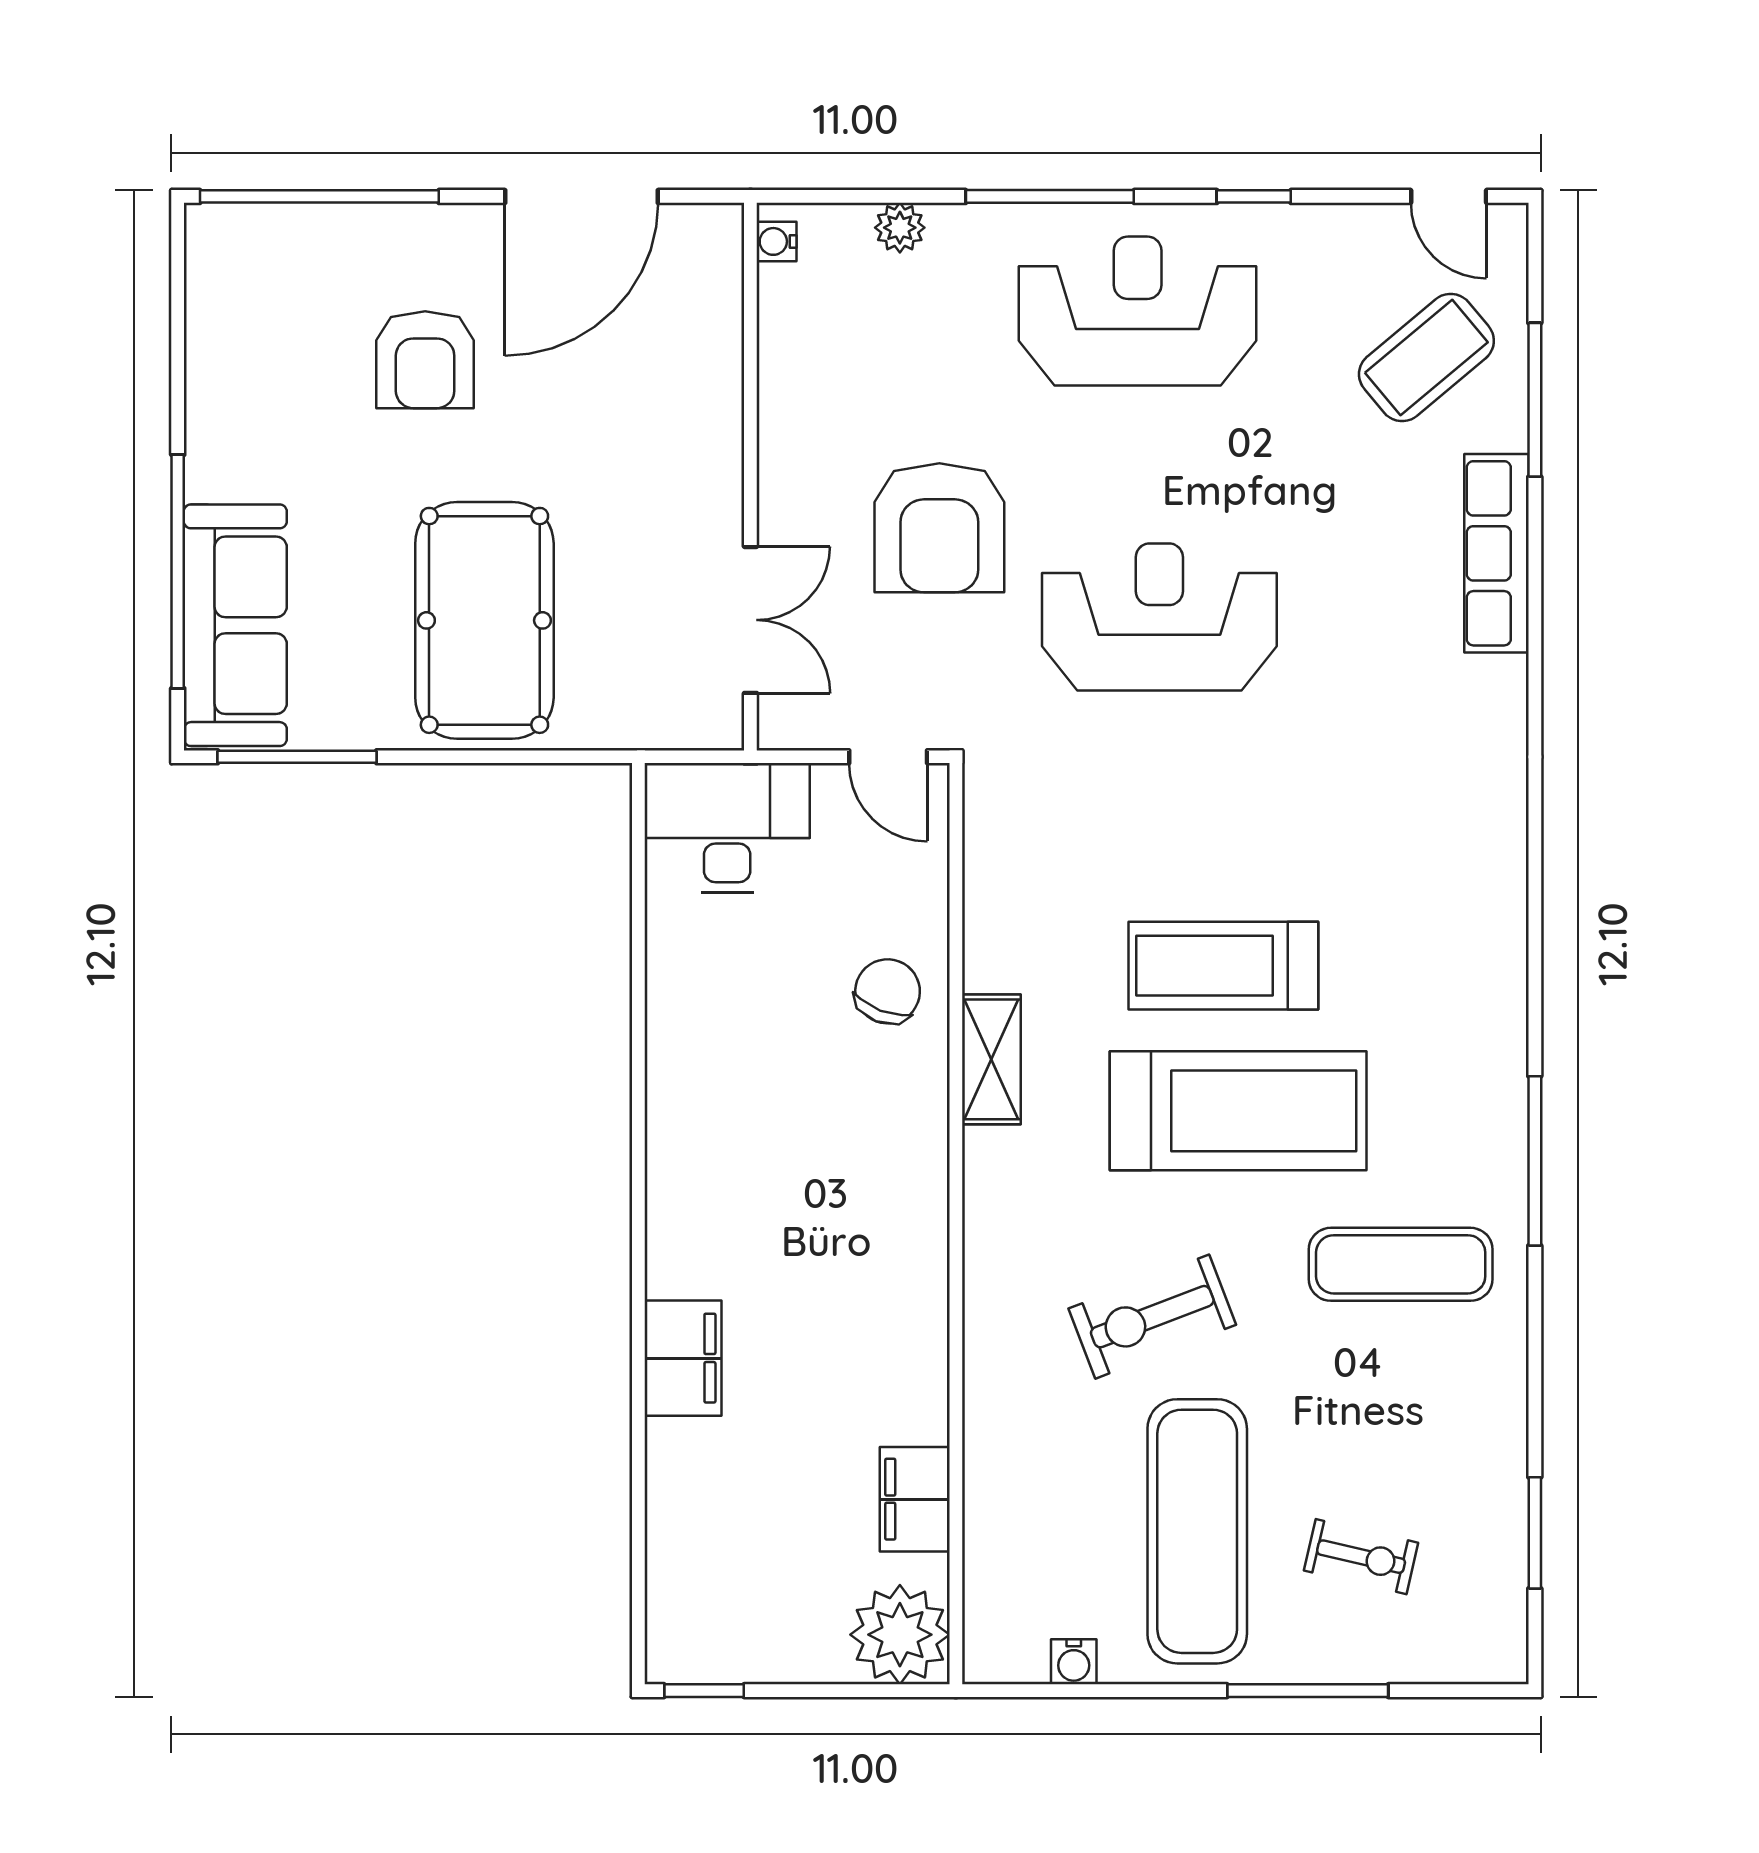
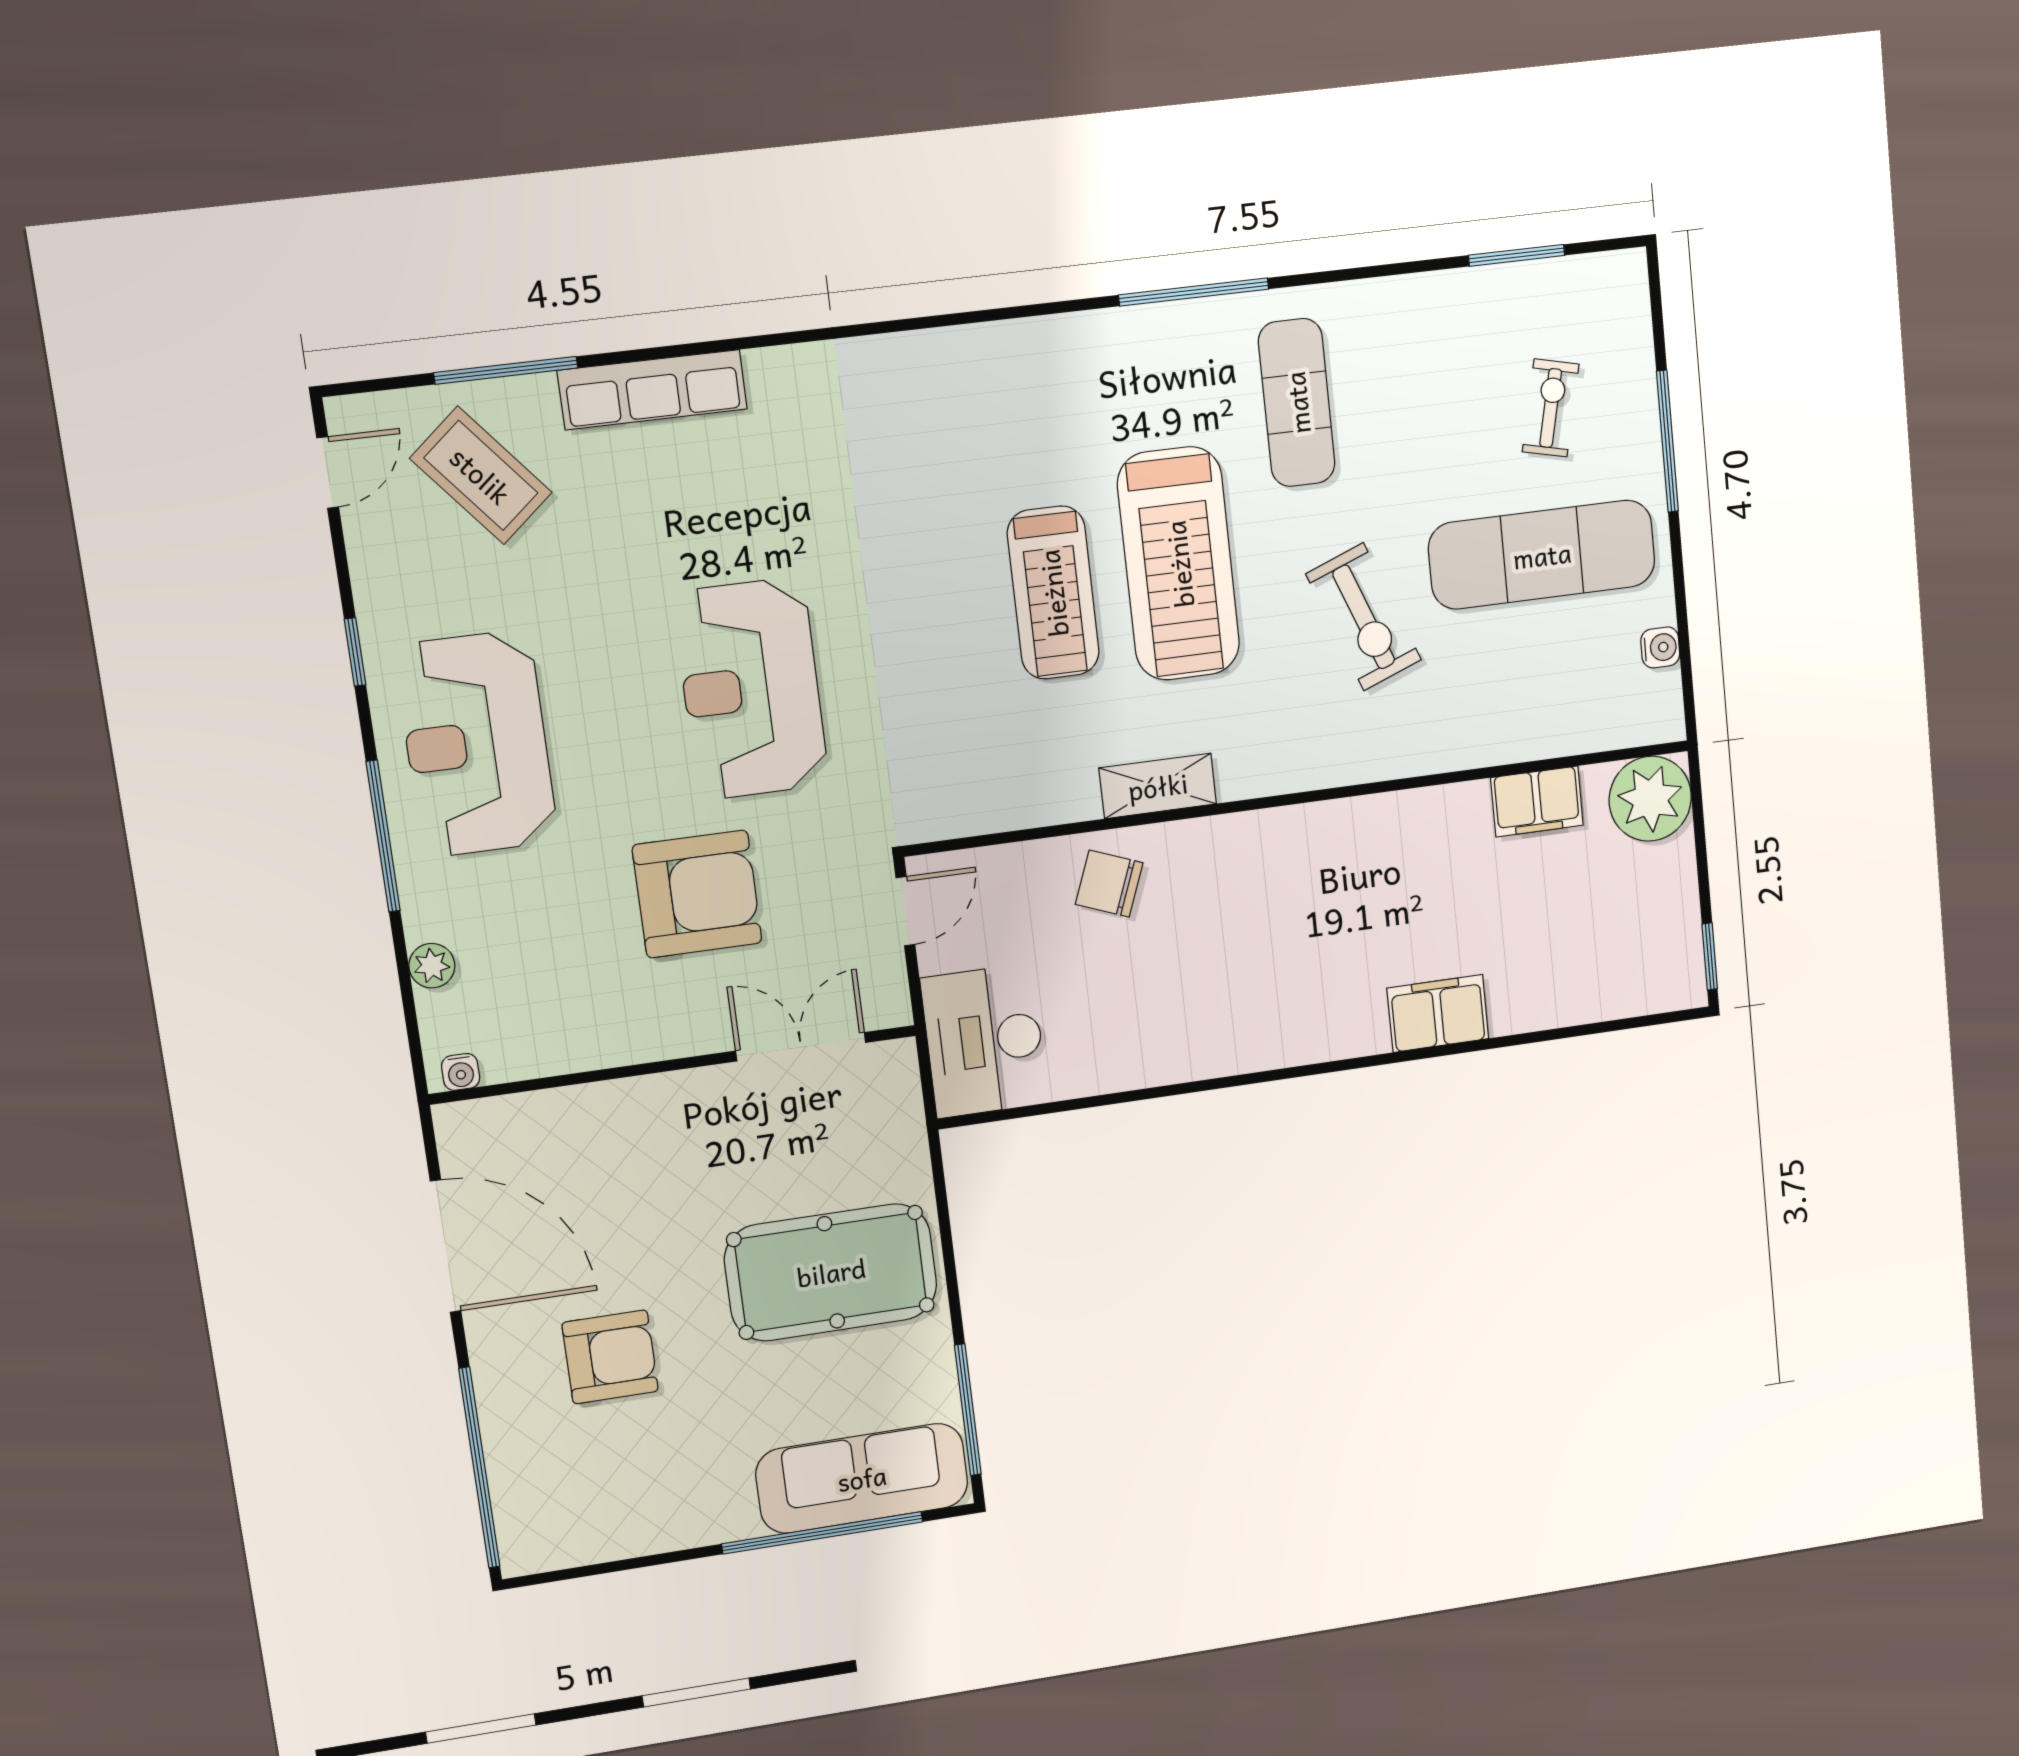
treadmill: (1238, 1111) -> (1179, 564), turned 180

